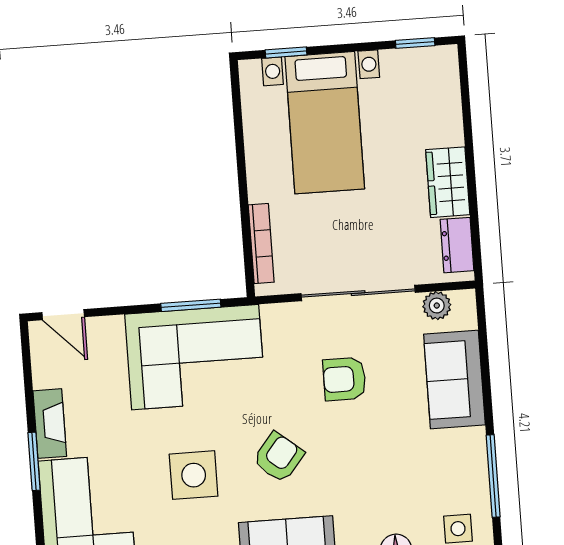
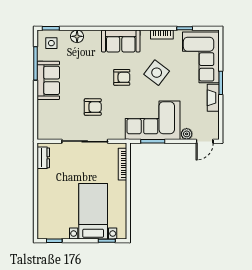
wardrobe: (448, 182) -> (45, 184), removed
plant: (437, 306) -> (187, 134), moved
door: (63, 315) -> (205, 141), swing flipped
sofa: (454, 380) -> (48, 80), moved
armchair: (279, 457) -> (122, 77), turned -129
side table: (194, 475) -> (157, 73), turned 37

